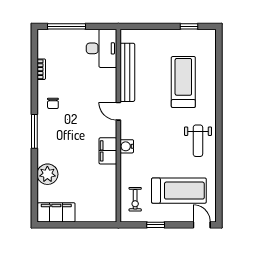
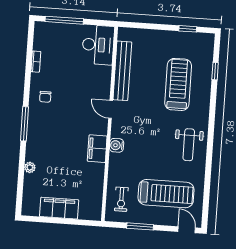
window: (219, 66) -> (215, 71), added
plant: (47, 174) -> (30, 167), width x0.53, depth x0.53
filing cabinet: (56, 212) -> (59, 208), moved
window: (156, 225) -> (140, 226), width x1.50

